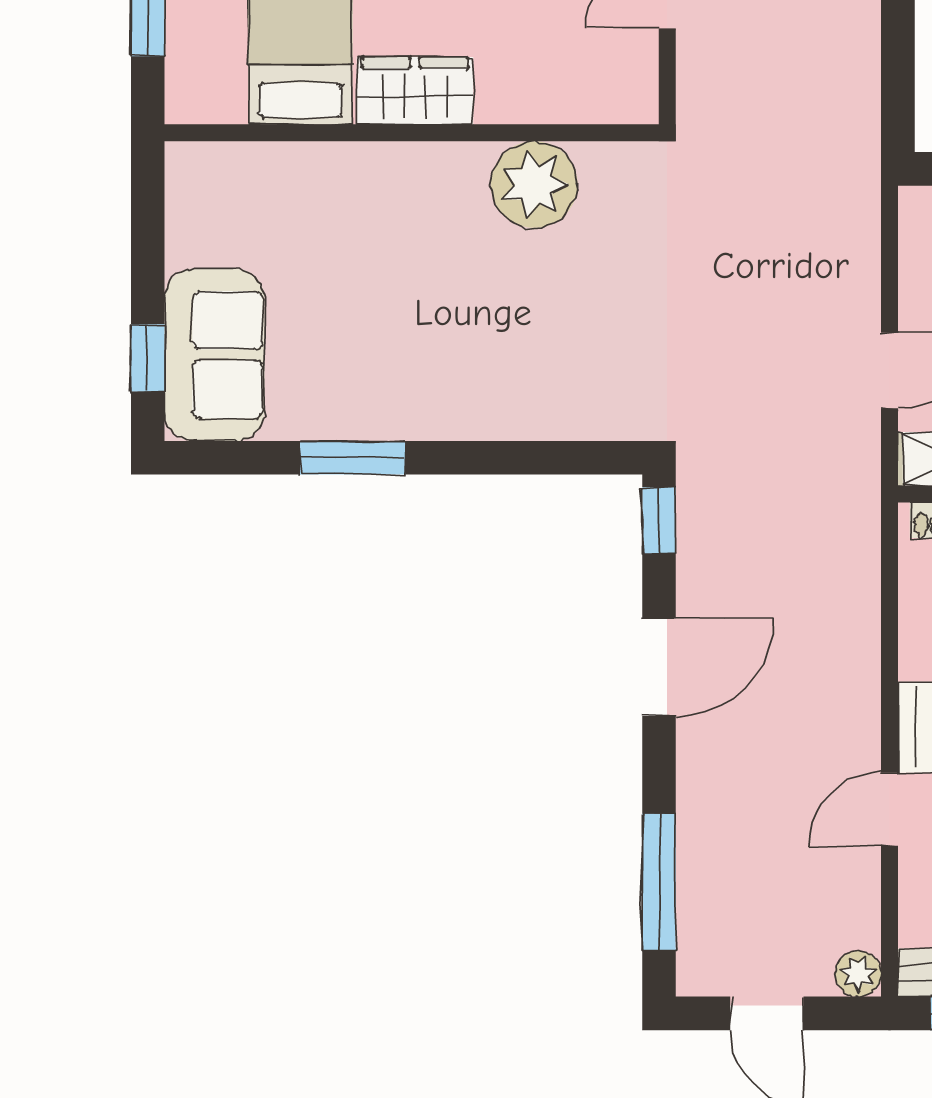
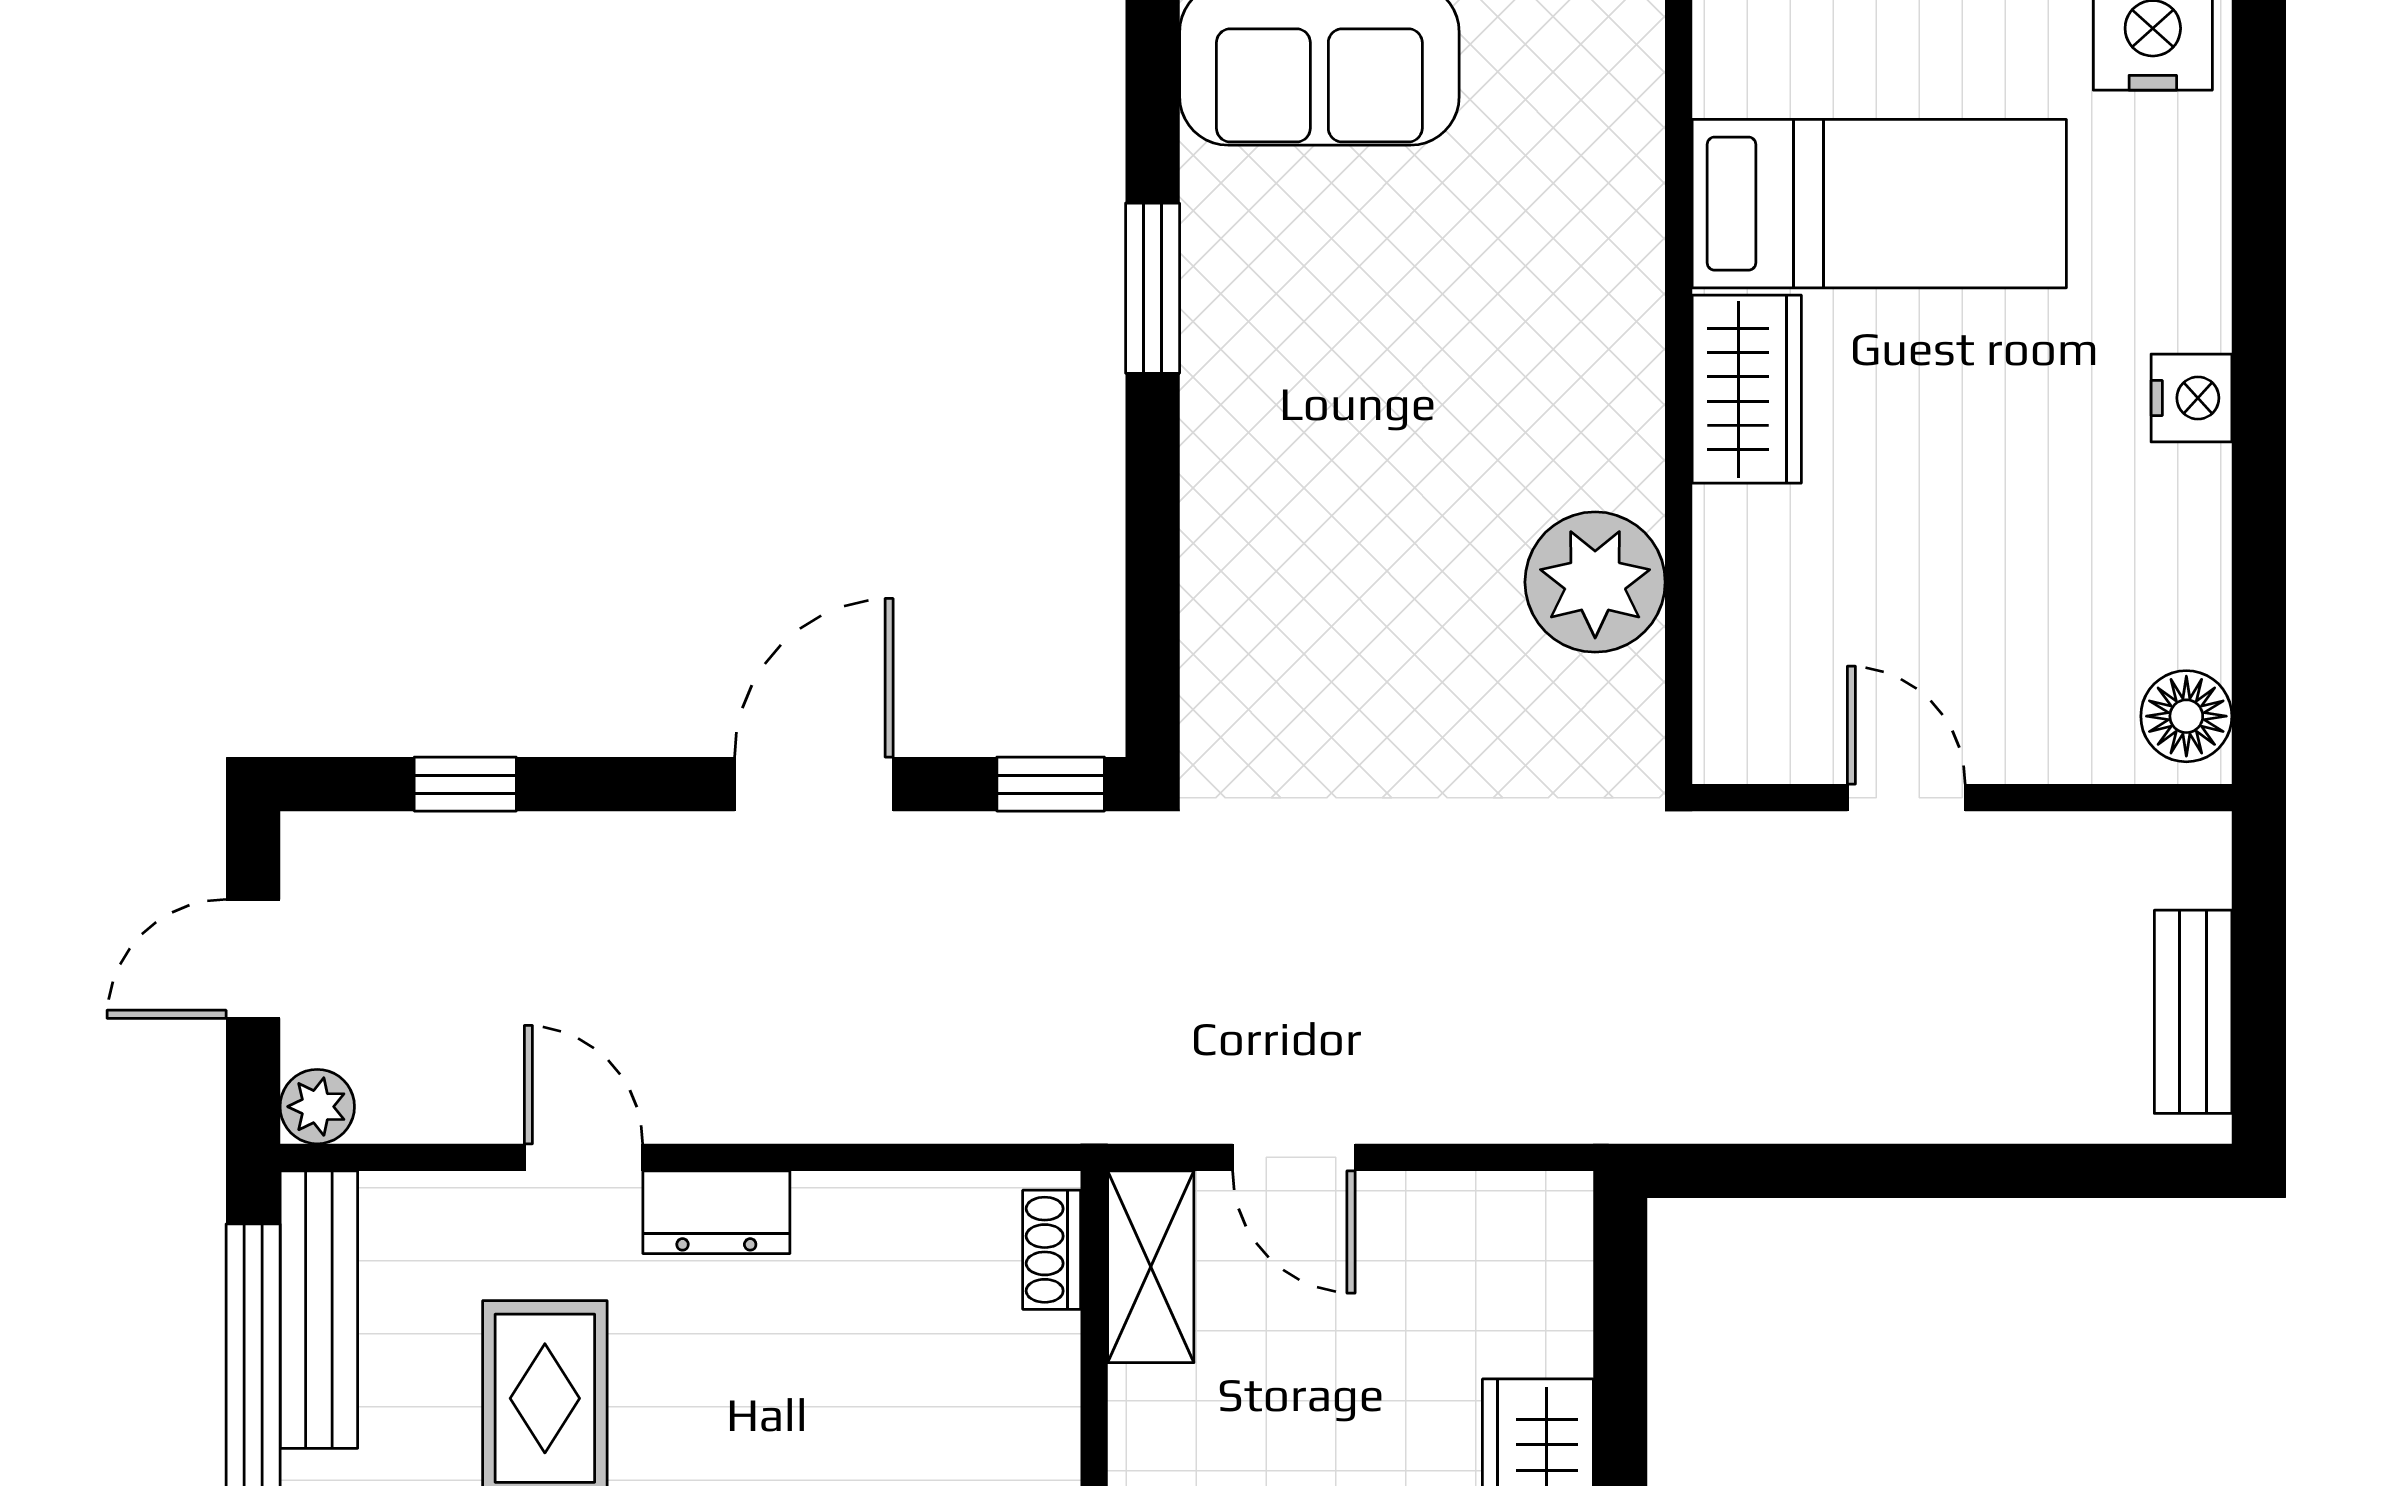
door: (659, 667) -> (814, 784), swing flipped
window: (659, 882) -> (465, 784), width x0.46

